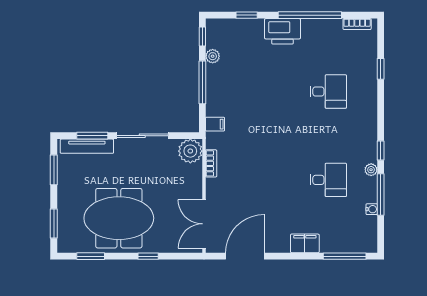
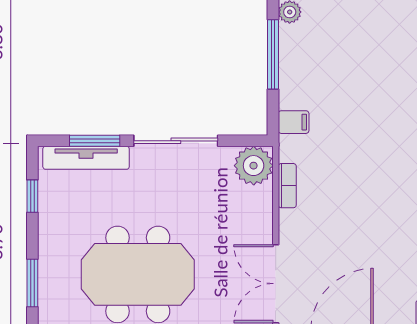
window: (54, 170) -> (32, 196), width x0.67

